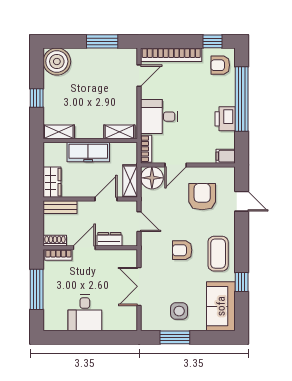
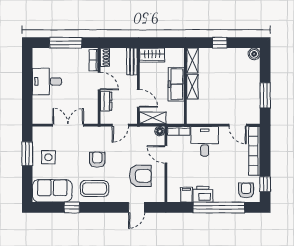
boiler: (57, 61) -> (254, 54), width x0.54, depth x0.54
shelving: (119, 132) -> (192, 87), moved
filing cabinet: (226, 156) -> (186, 195), moved
floor lamp: (152, 178) -> (160, 131), width x0.53, depth x0.53

